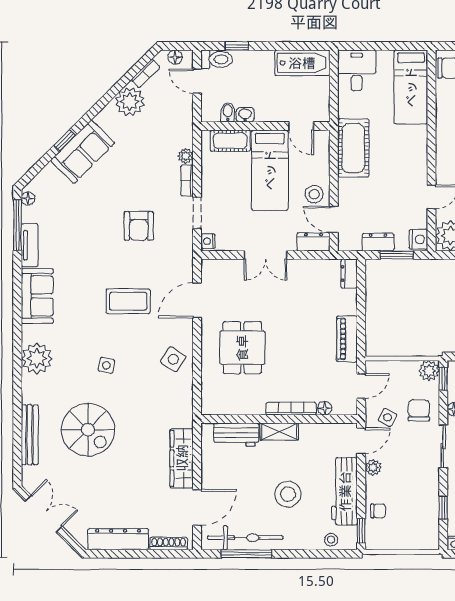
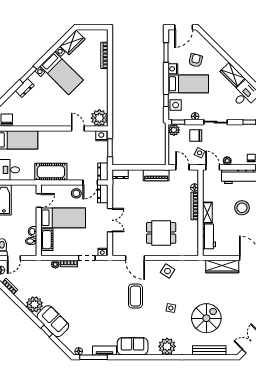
plant: (130, 102) -> (34, 304), moved
armchair: (139, 226) -> (94, 290), removed
dresser: (378, 242) -> (103, 172), moved

